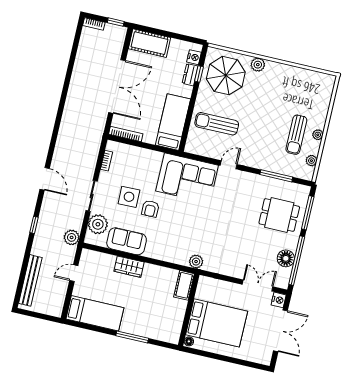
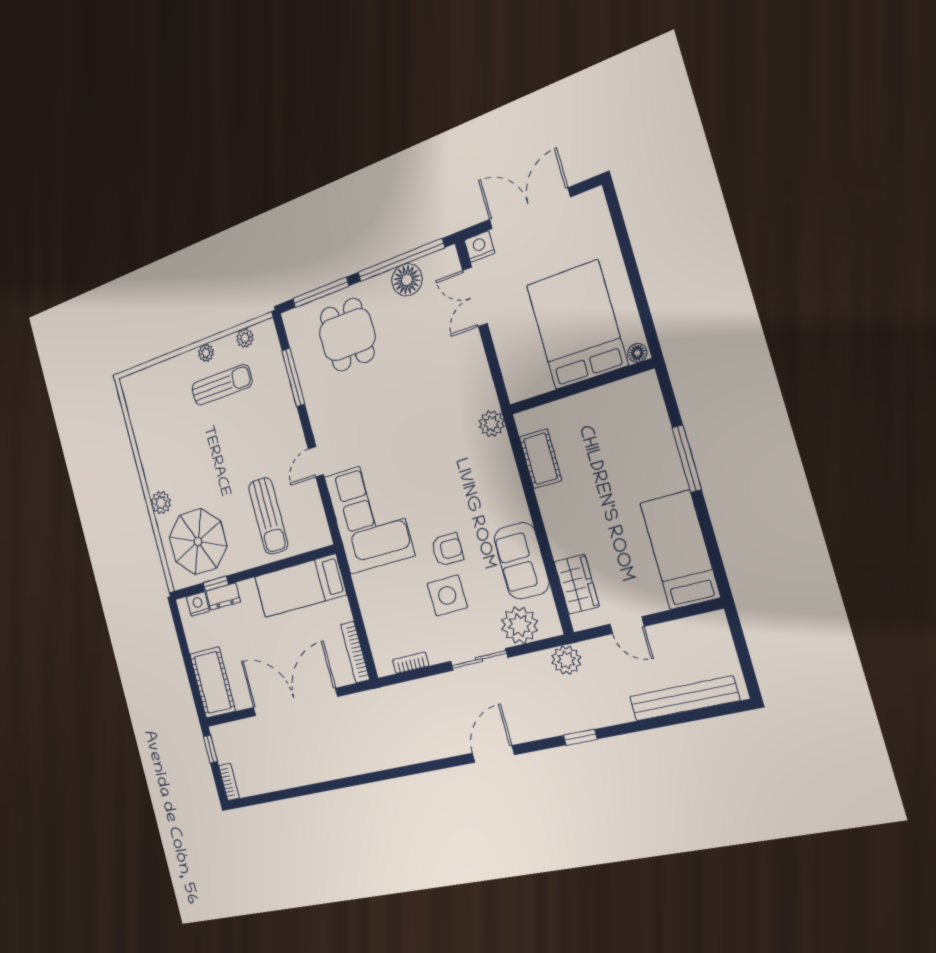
door: (229, 165) -> (316, 462), hinge flipped
wardrobe: (129, 267) -> (577, 584), moved
cot: (184, 285) -> (540, 459), moved, turned 90

